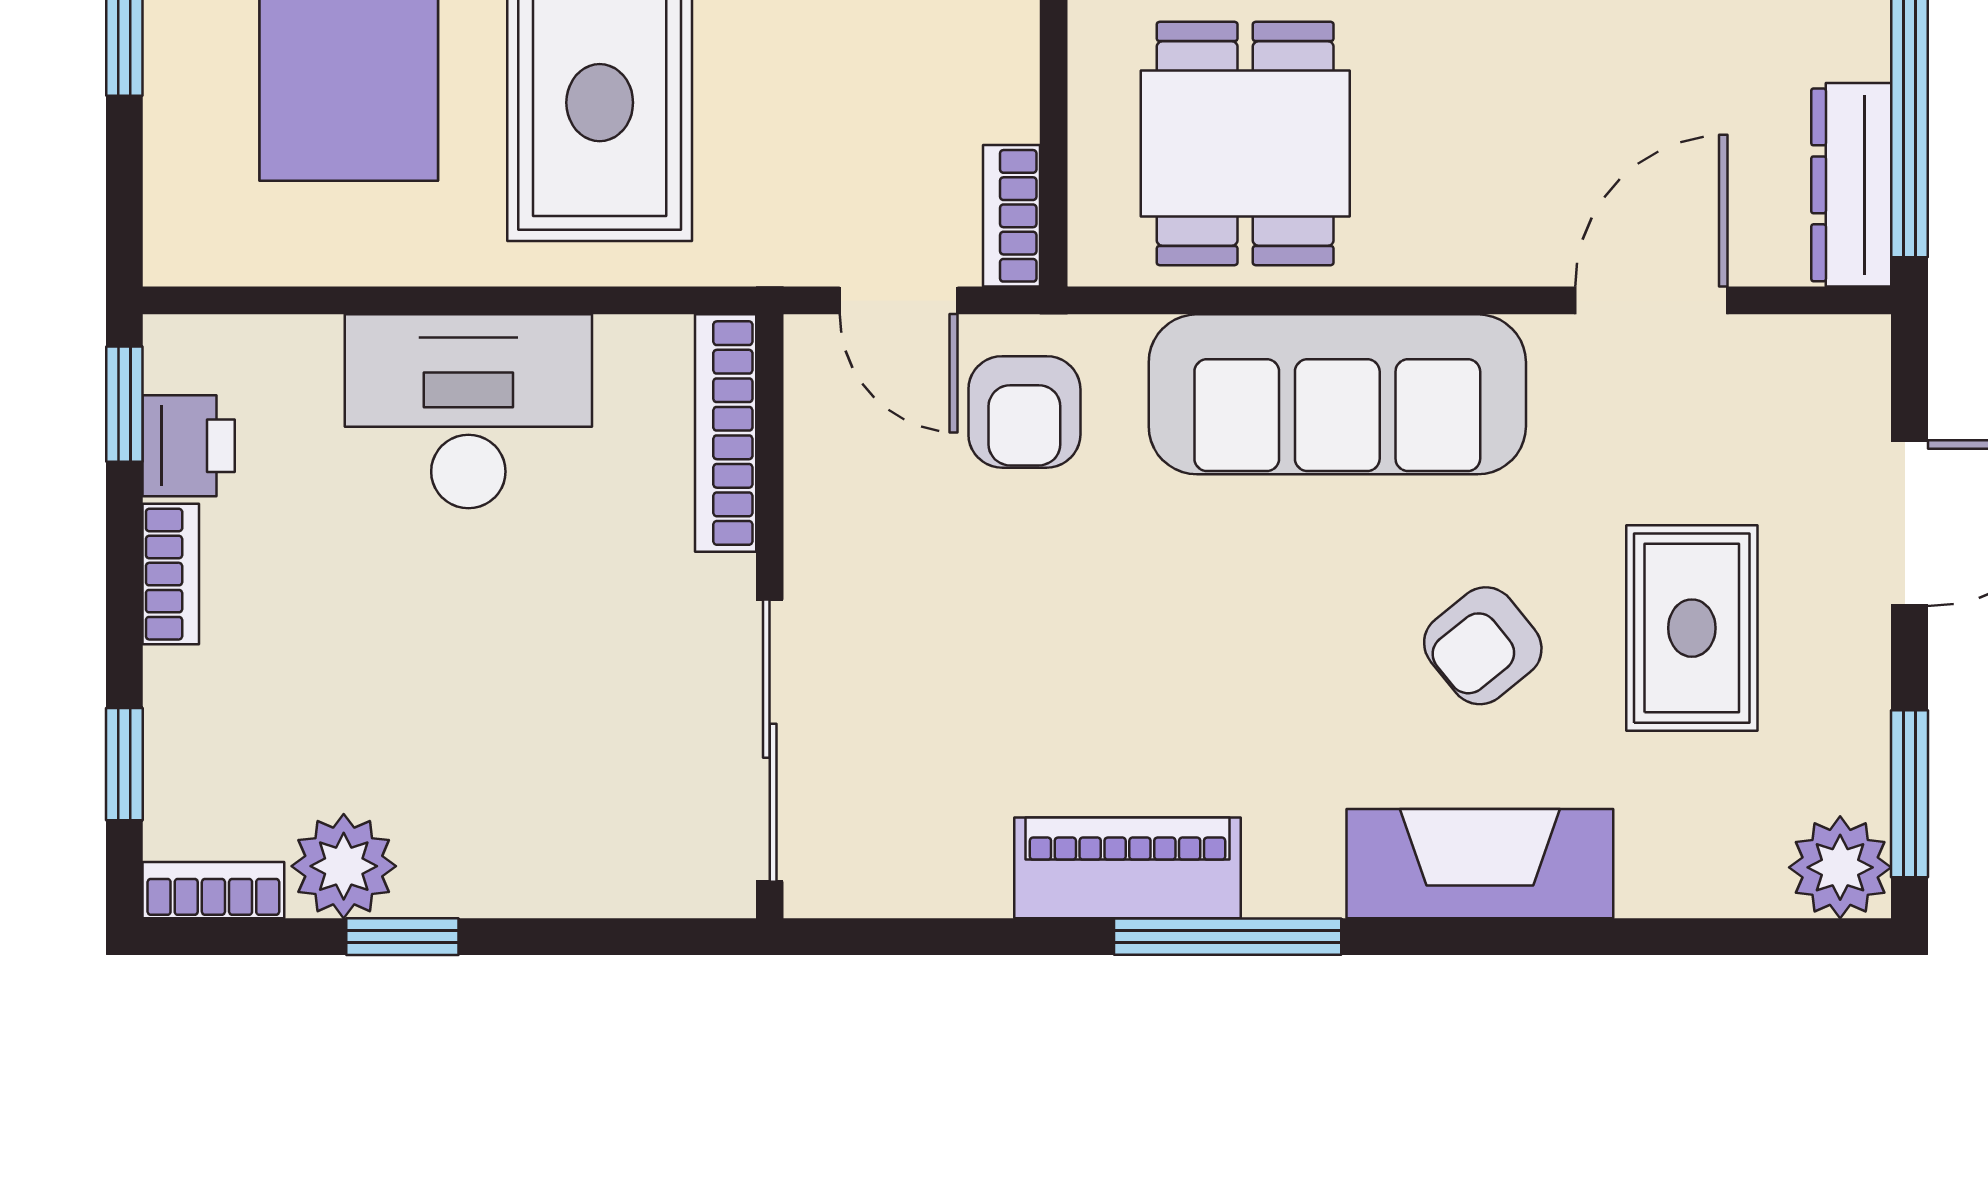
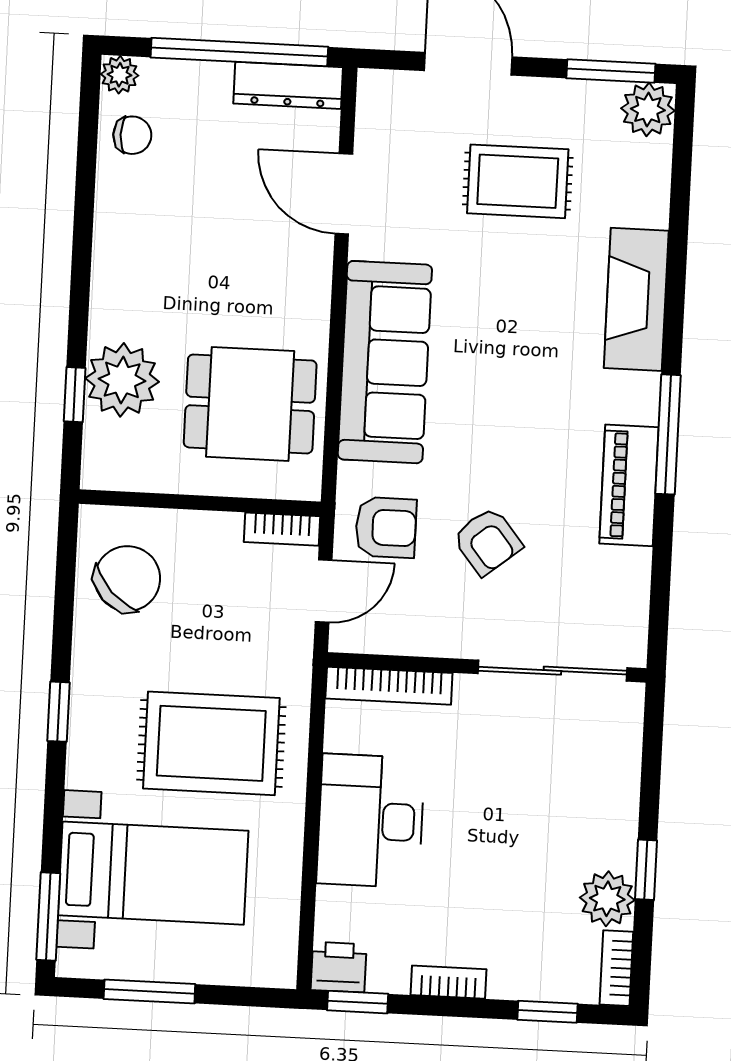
printer: (189, 446) -> (339, 967), moved
armchair: (1483, 646) -> (487, 541), moved

